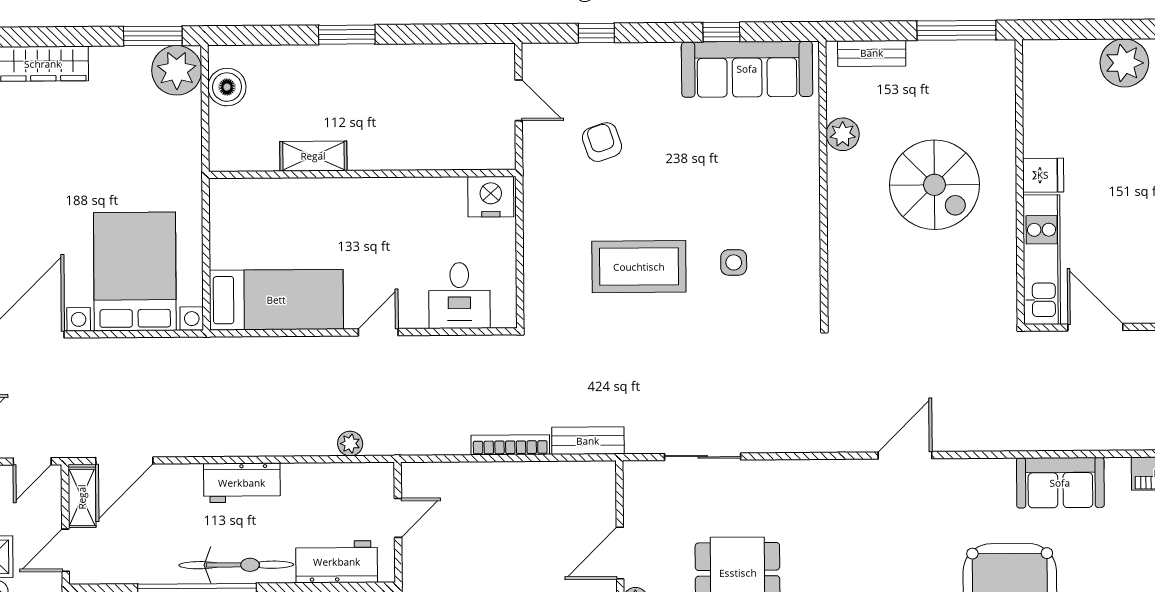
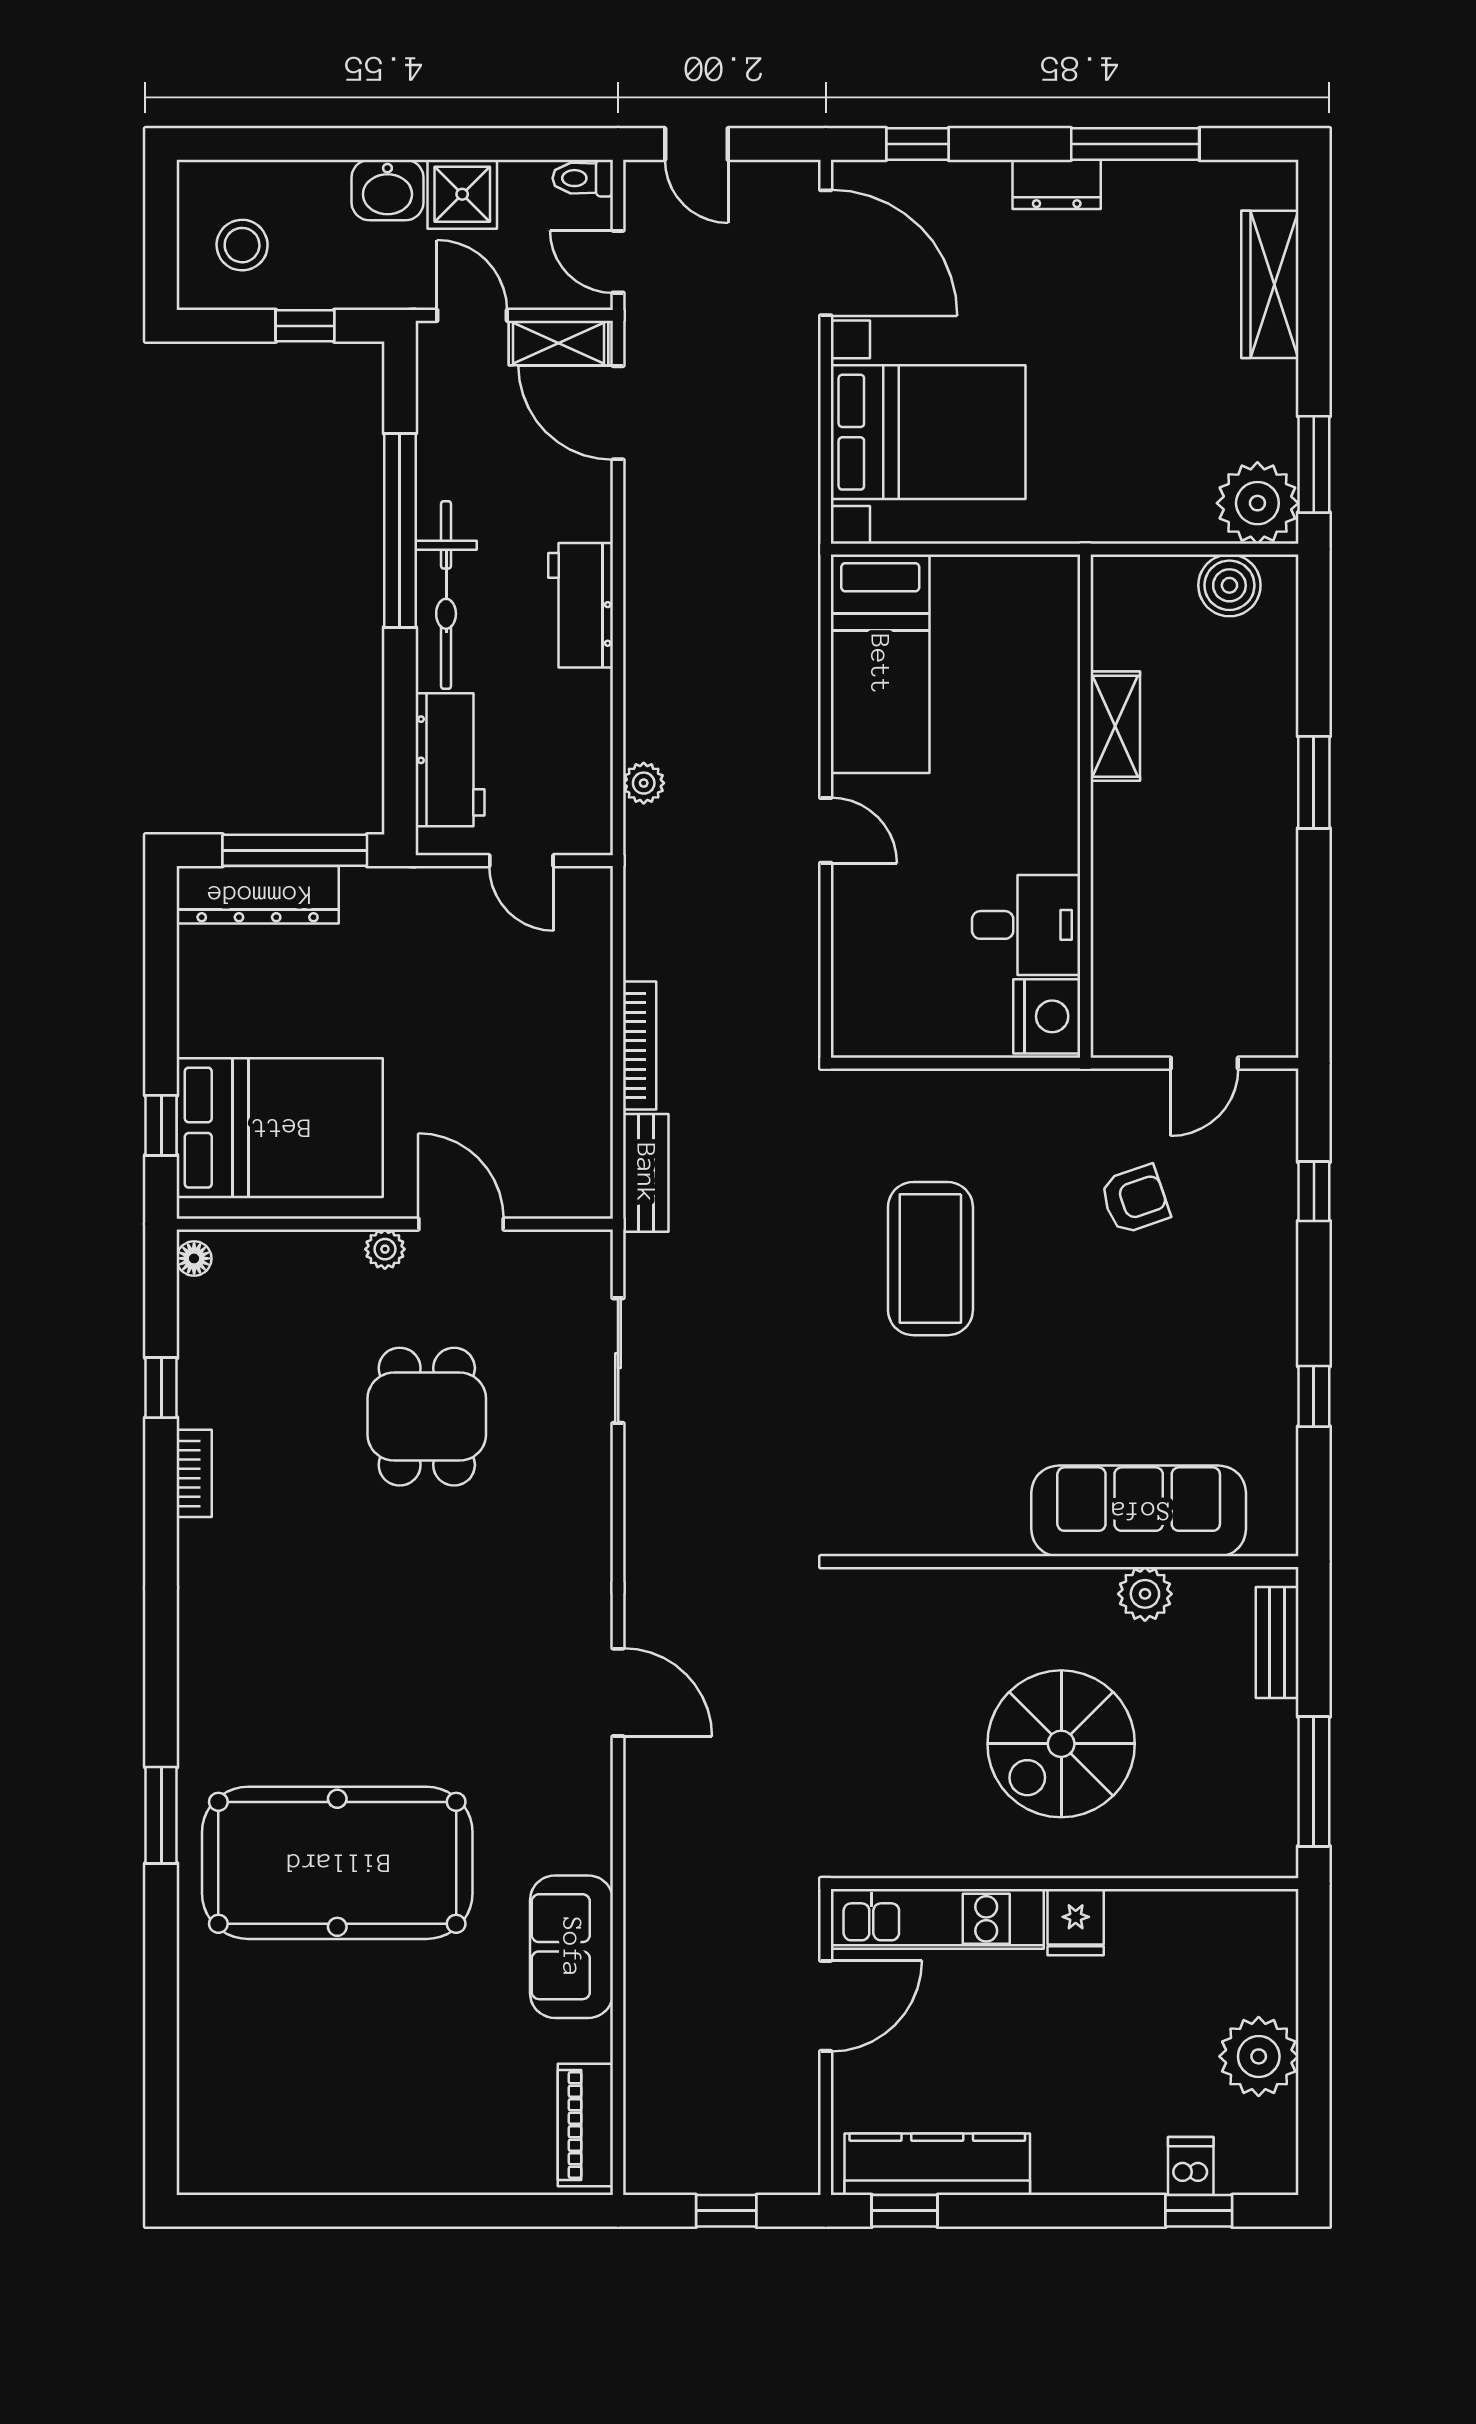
sofa: (747, 69) -> (1139, 1511), moved, turned 90
side table: (734, 262) -> (936, 1414), removed
desk: (459, 296) -> (1026, 925), moved, turned 180

